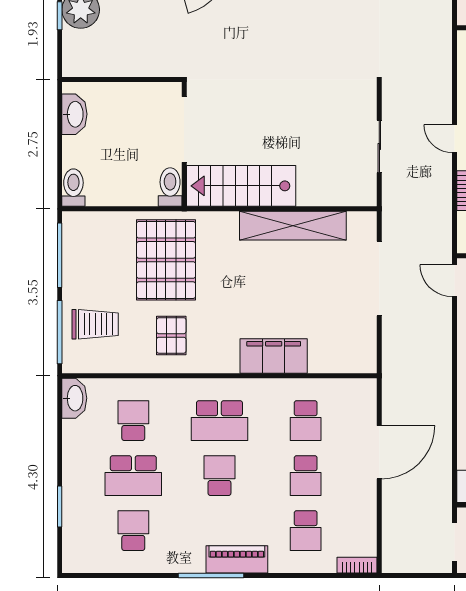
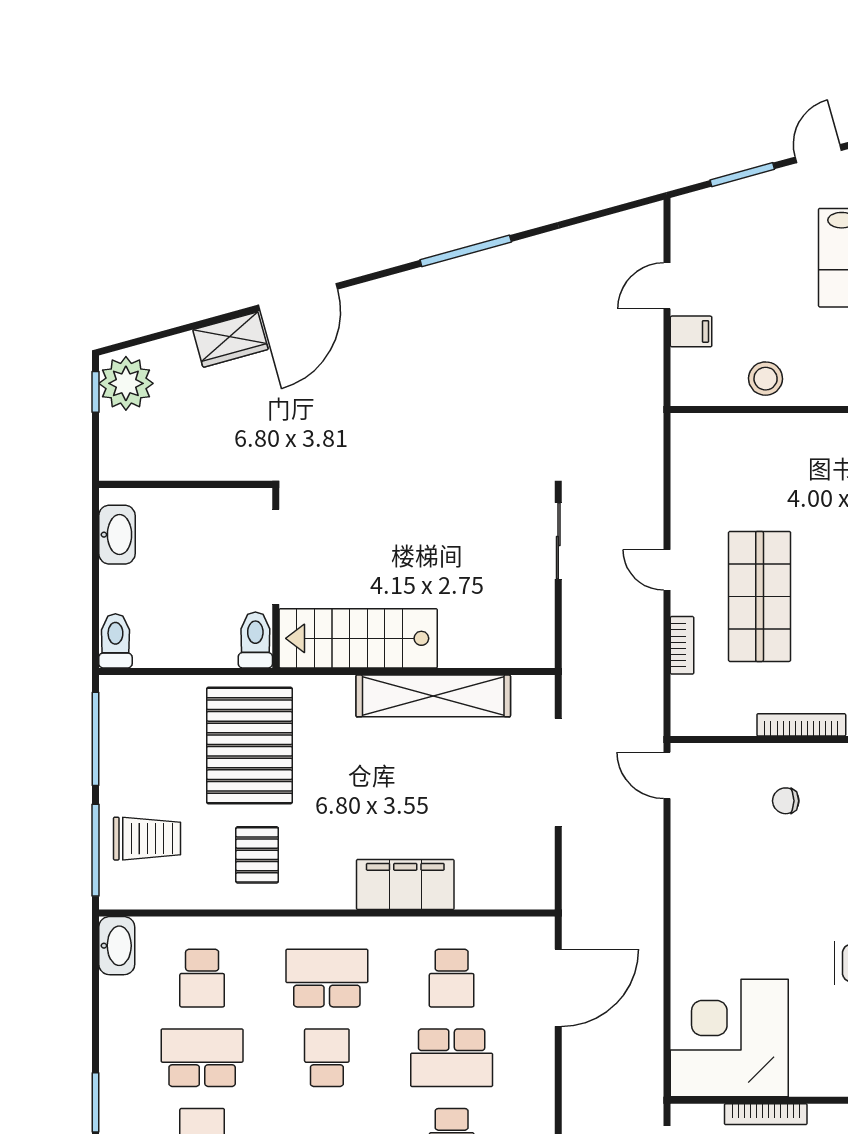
sliding door: (379, 147) -> (558, 541), moved
school desk: (133, 421) -> (202, 978), turned 180
school desk: (219, 421) -> (327, 978), turned 180
door: (379, 452) -> (558, 988), moved
school desk: (133, 476) -> (202, 1058), turned 180
school desk: (306, 476) -> (452, 1058), width x1.85

